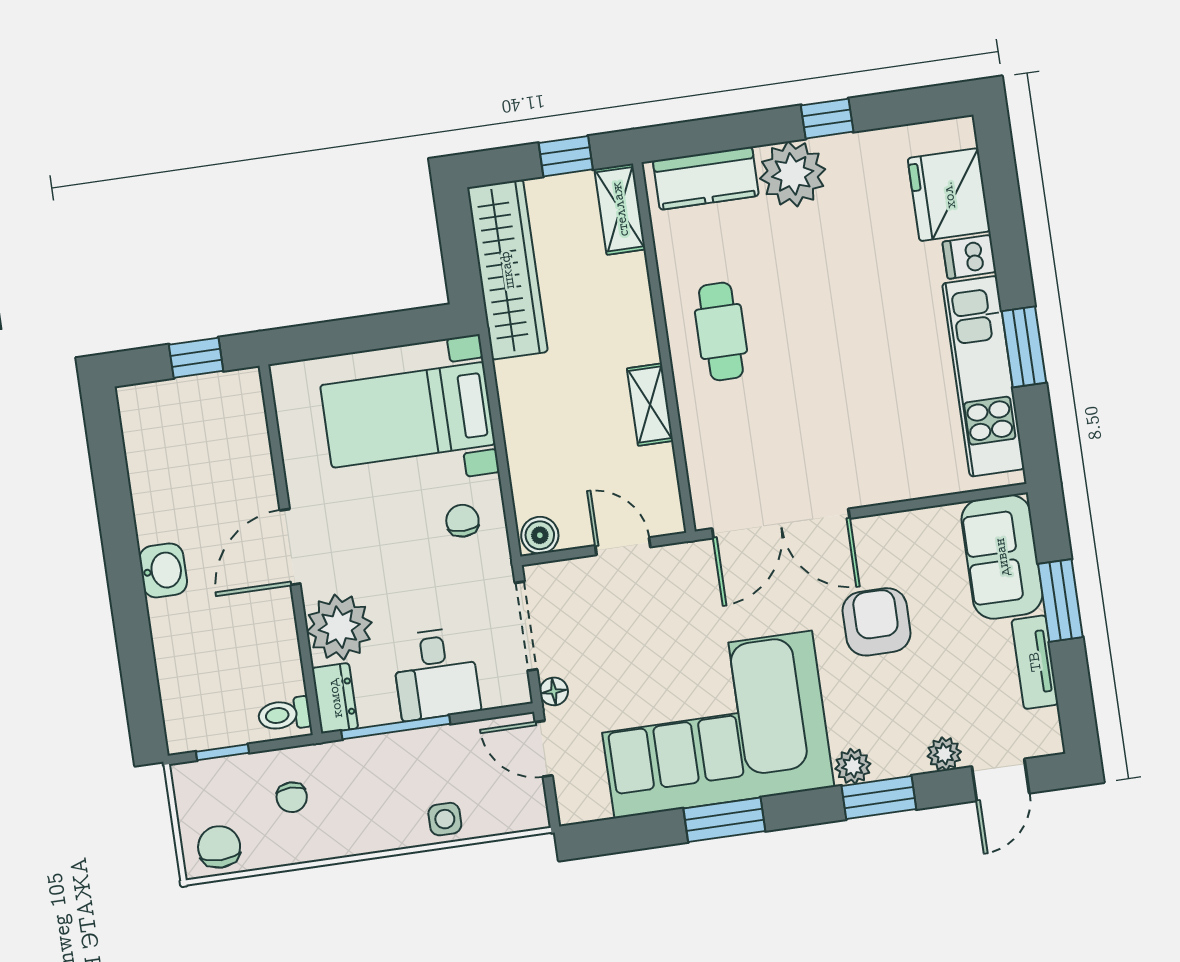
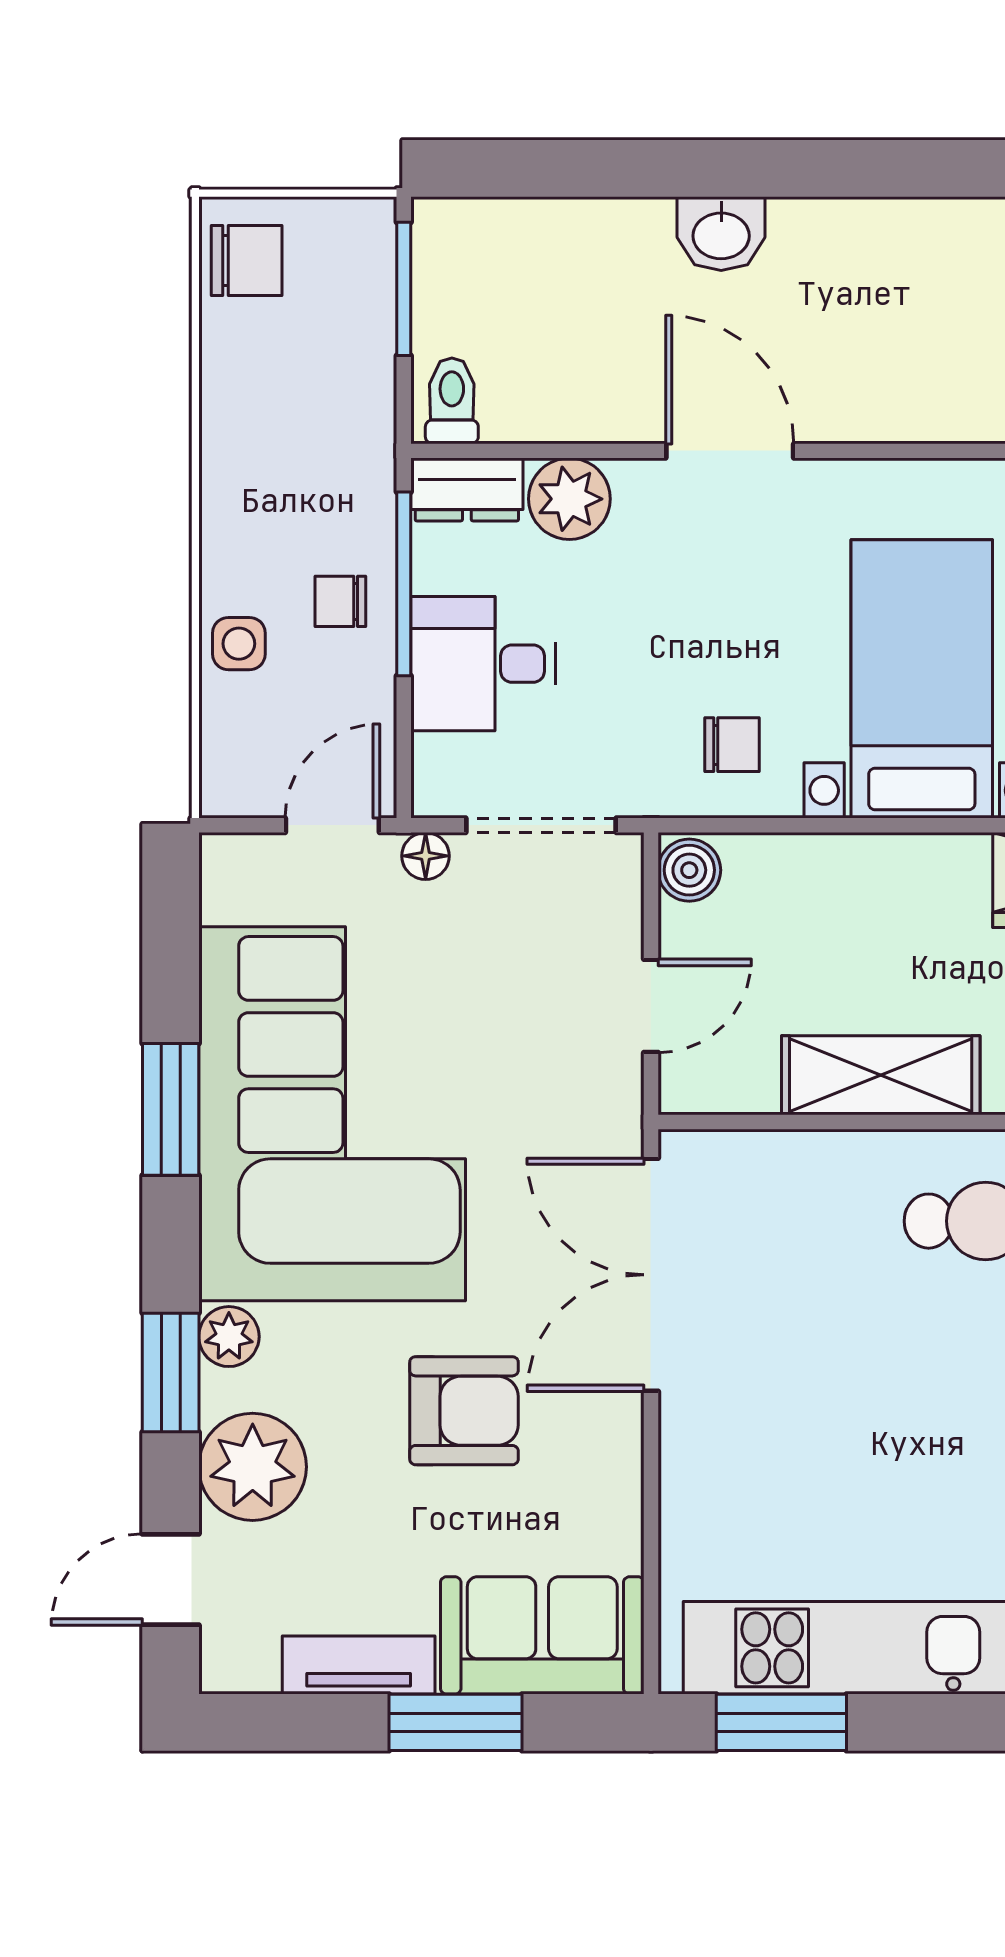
window: (1024, 347) -> (781, 1722), moved
shelving: (650, 405) -> (881, 1075), width x1.50, depth x1.33
plant: (339, 627) -> (569, 499), width x0.73, depth x0.73
window: (223, 752) -> (404, 289), width x1.50
plant: (944, 754) -> (253, 1467), width x1.88, depth x1.88
door: (1001, 780) -> (171, 1580), hinge flipped
chair: (292, 797) -> (340, 601), moved

